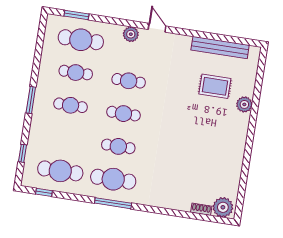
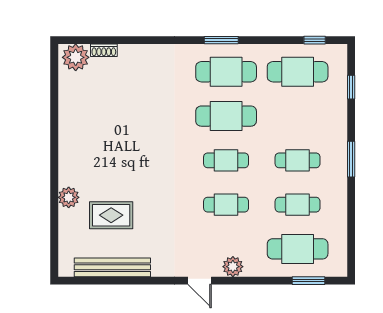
cafe table: (118, 146) -> (226, 116), width x1.37, depth x1.35
window: (113, 203) -> (221, 40), width x0.69

